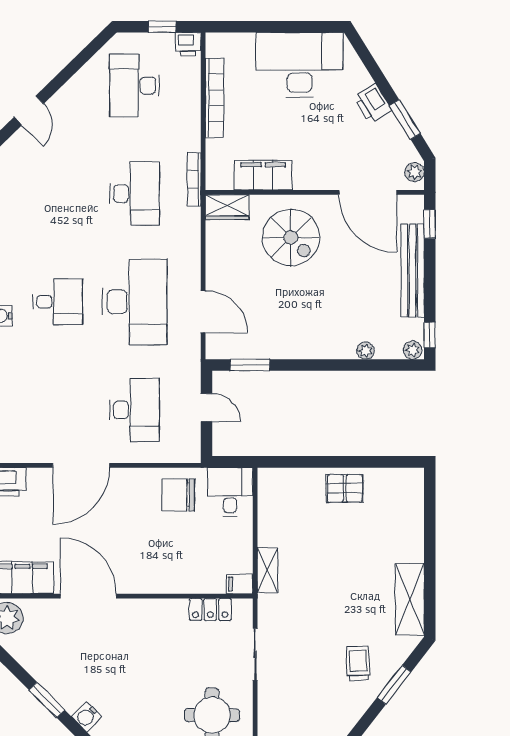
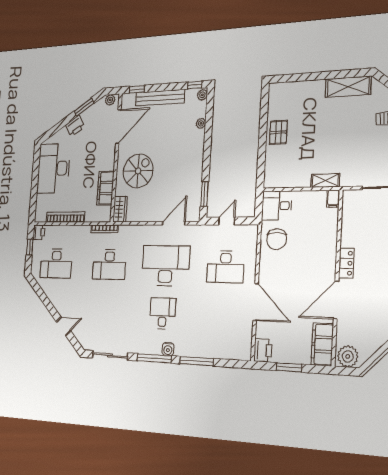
desk: (134, 194) -> (109, 265), turned 180
desk: (134, 410) -> (225, 267), turned 180
locker: (210, 609) -> (346, 263), moved

